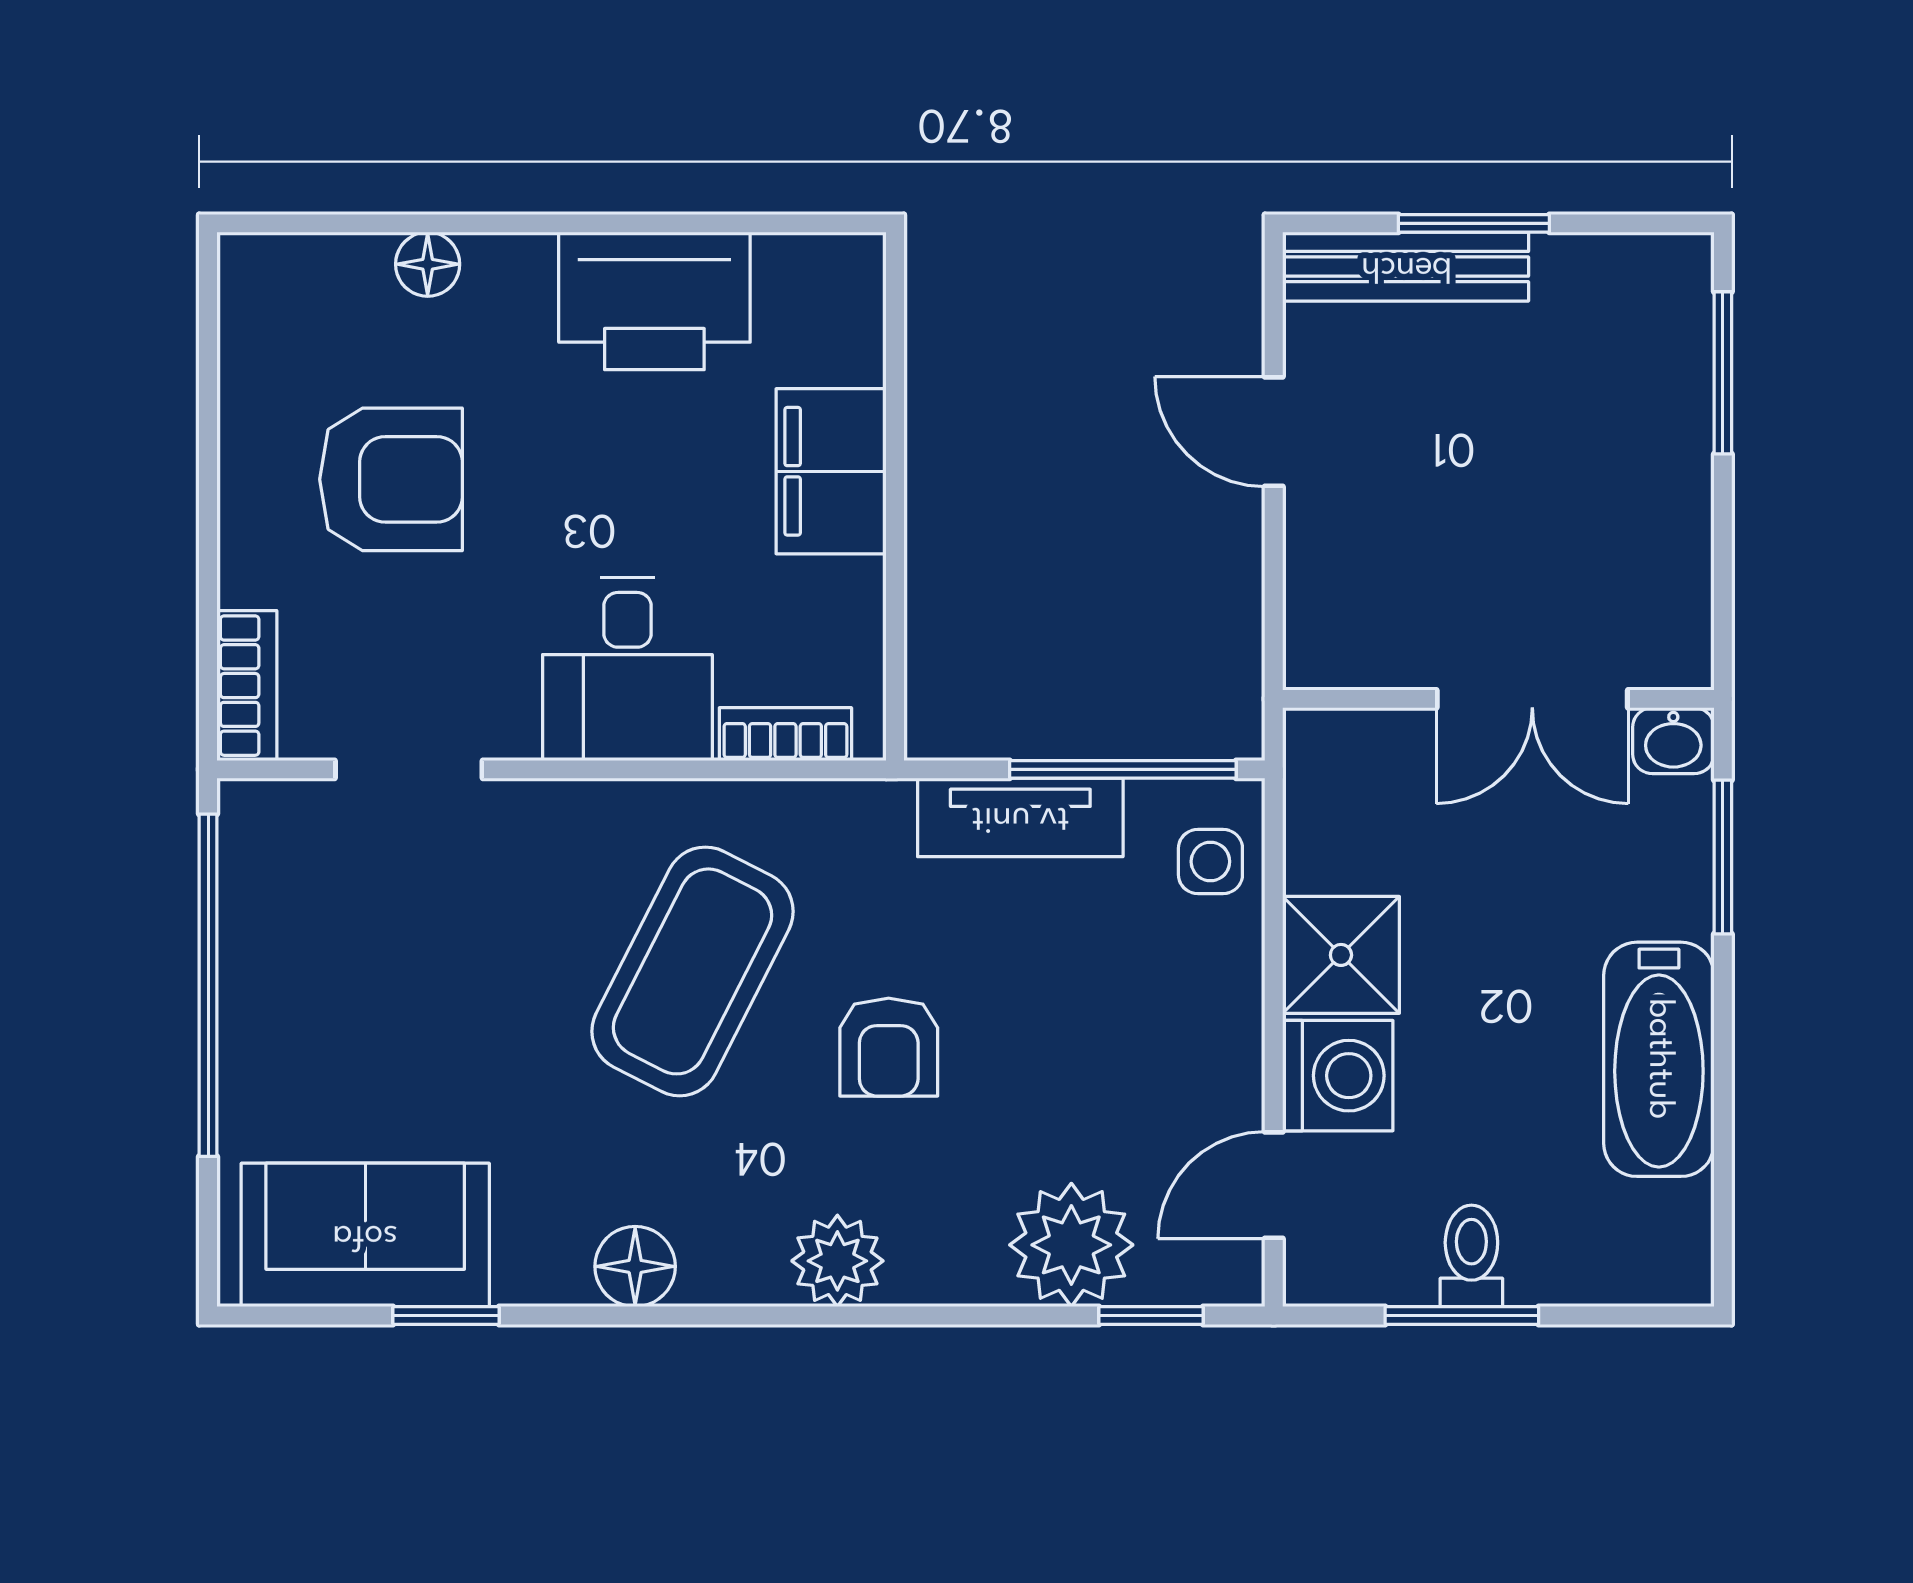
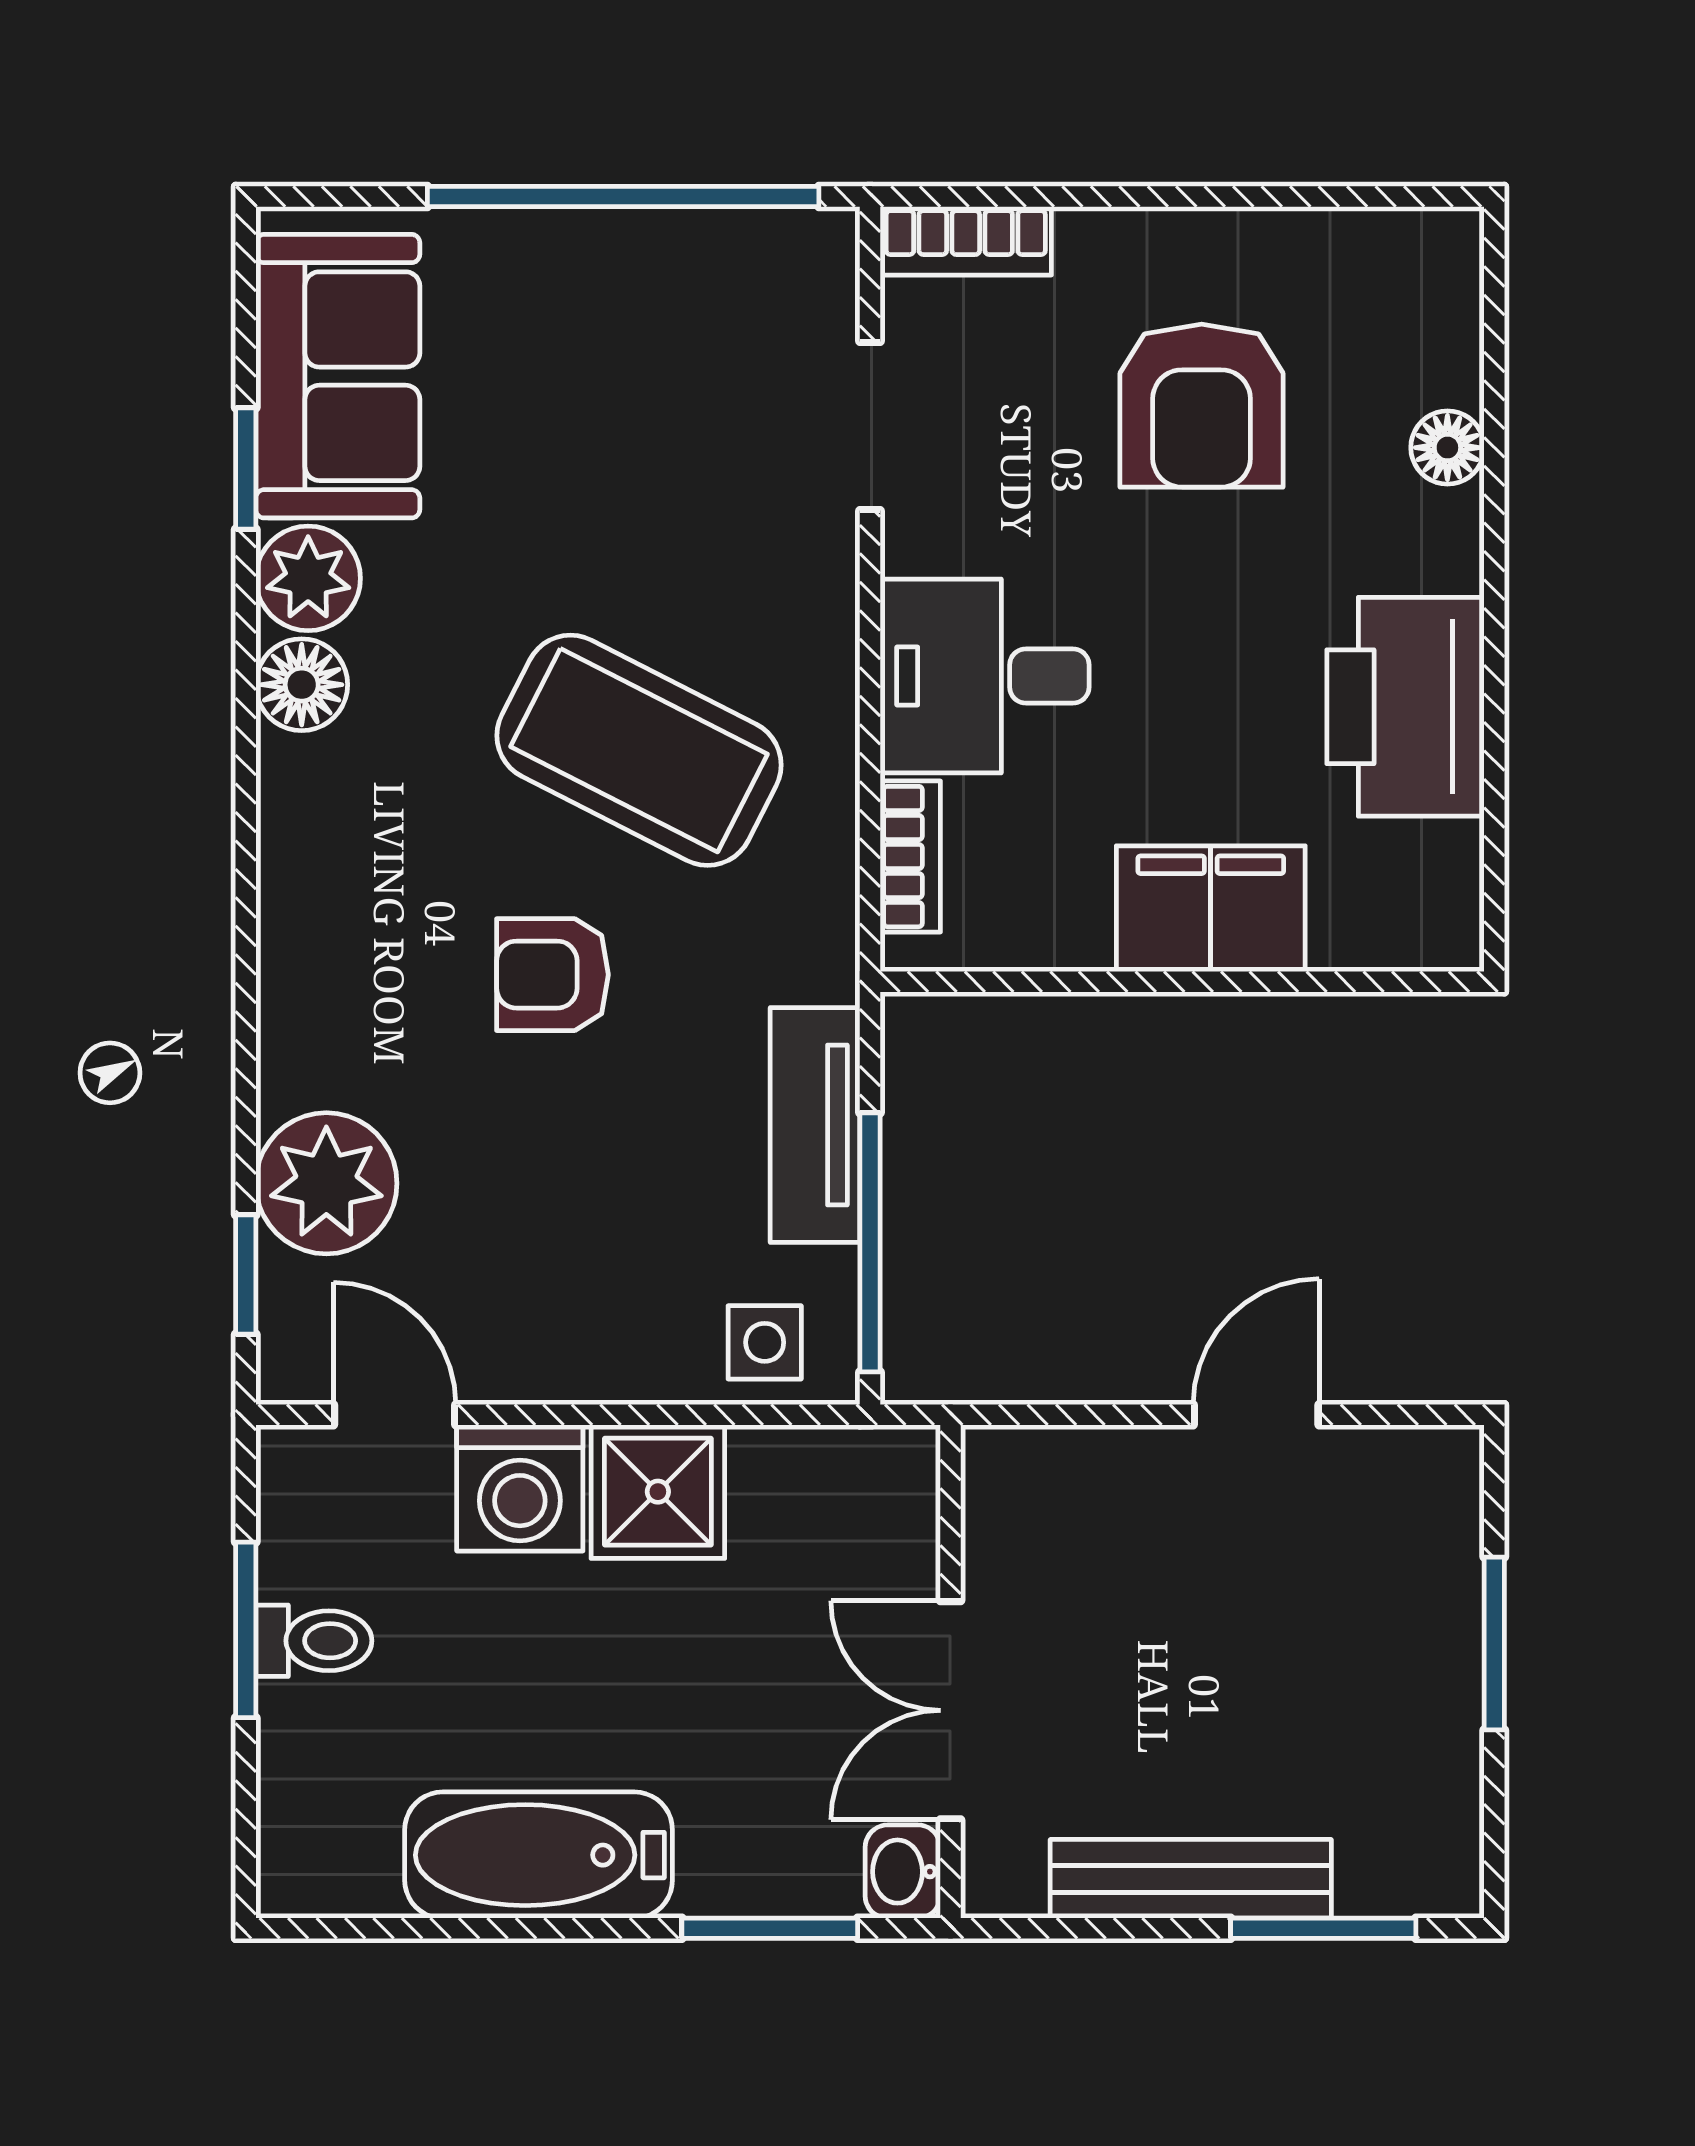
bench: (1406, 267) -> (1191, 1879), moved, turned 90
plant: (837, 1261) -> (308, 578), moved

